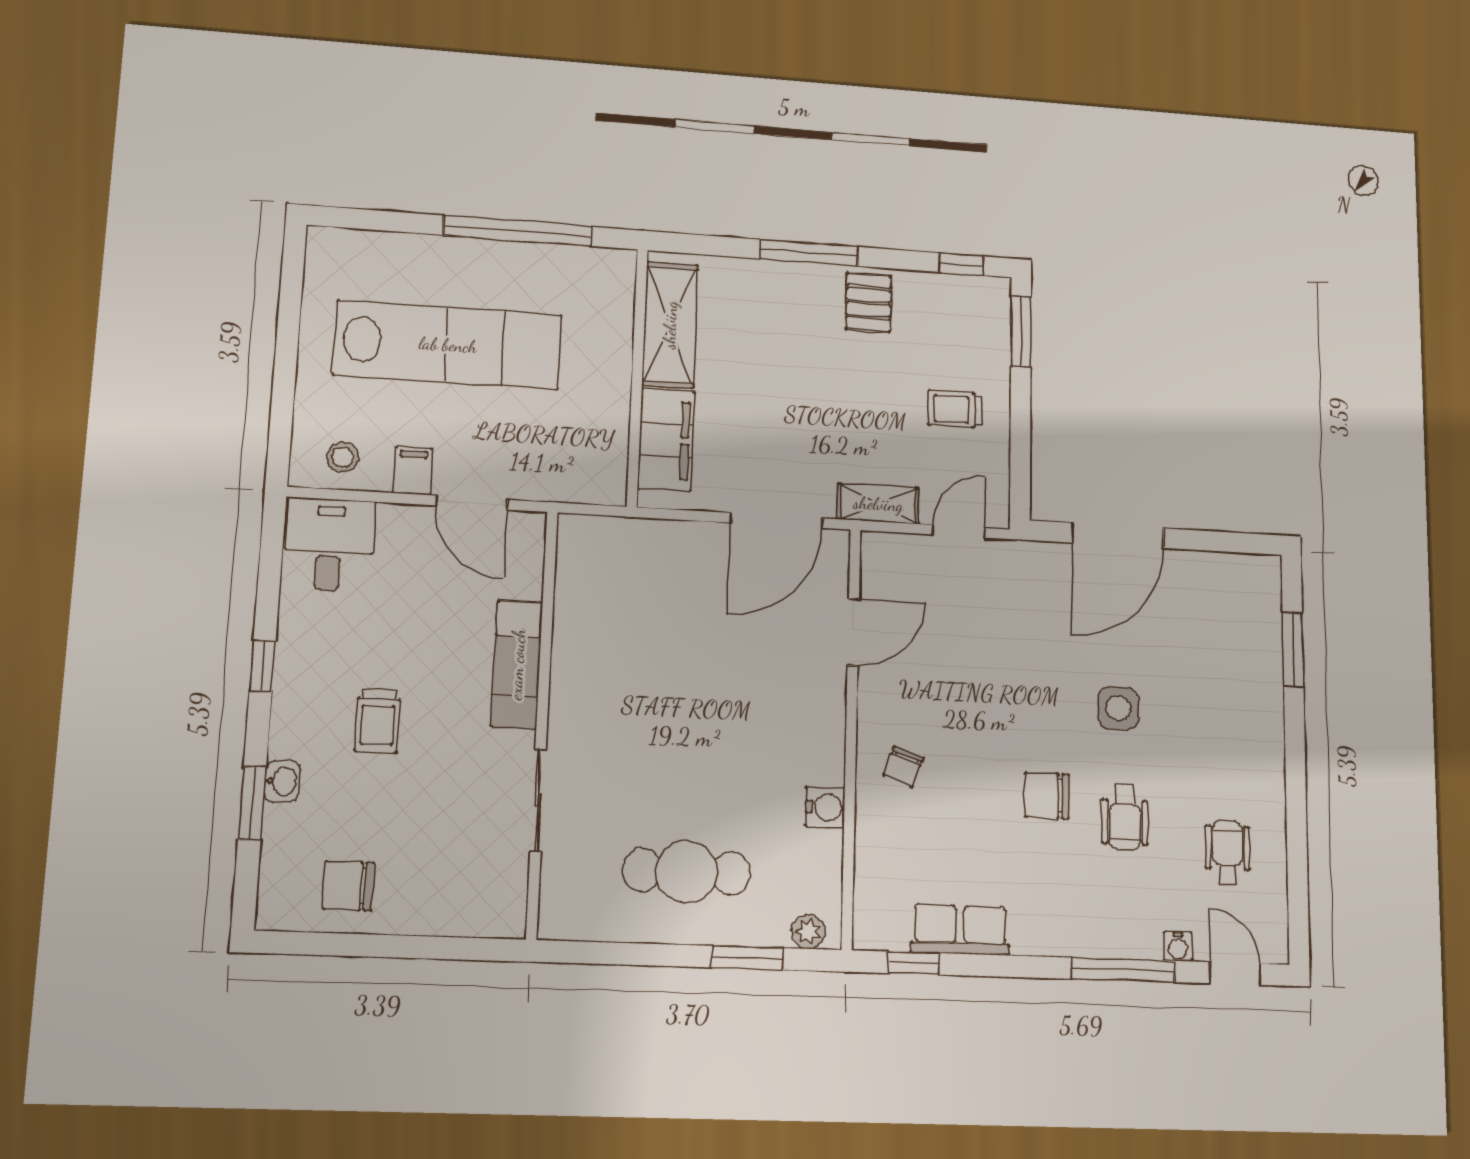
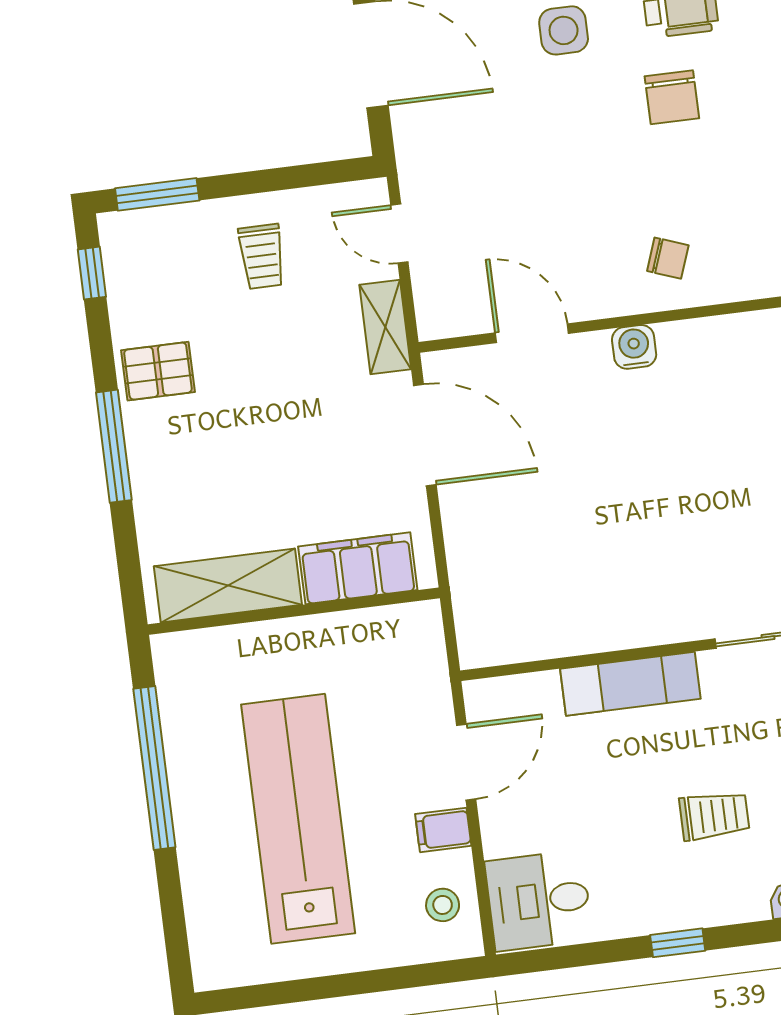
water cooler: (825, 807) -> (634, 347), moved

